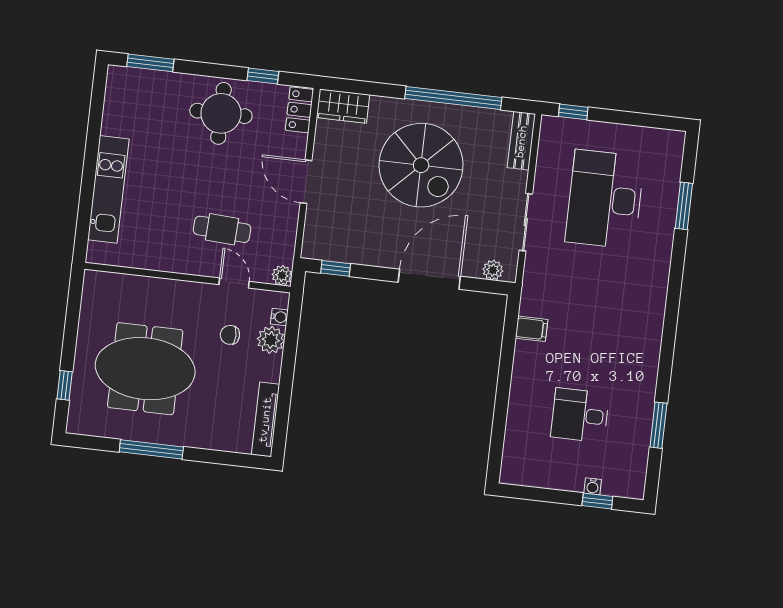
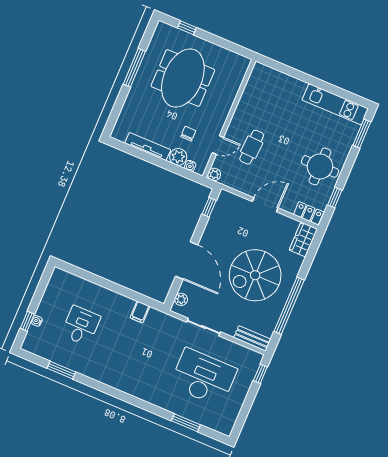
kitchen unit: (108, 189) -> (335, 104), moved
tv unit: (265, 419) -> (148, 146), moved

